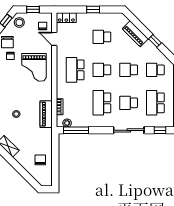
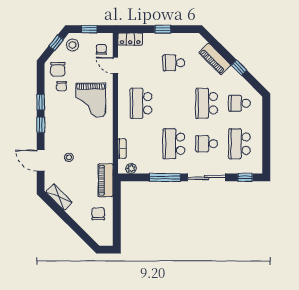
school desk: (102, 70) -> (174, 103), removed
school desk: (129, 70) -> (207, 103), width x1.85
piano: (46, 114) -> (106, 180), moved
window: (76, 130) -> (165, 177), moved

